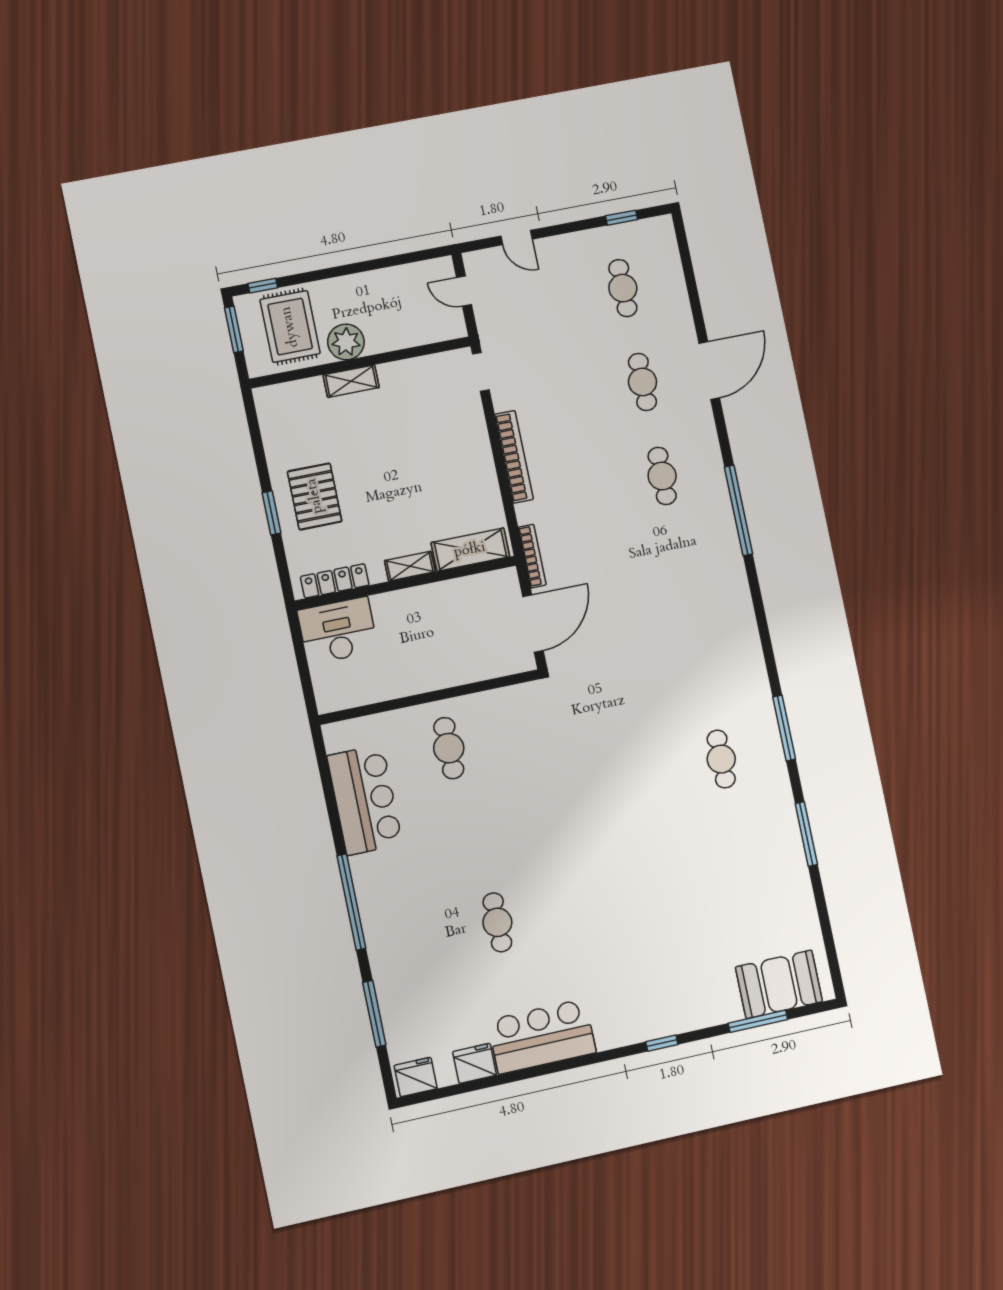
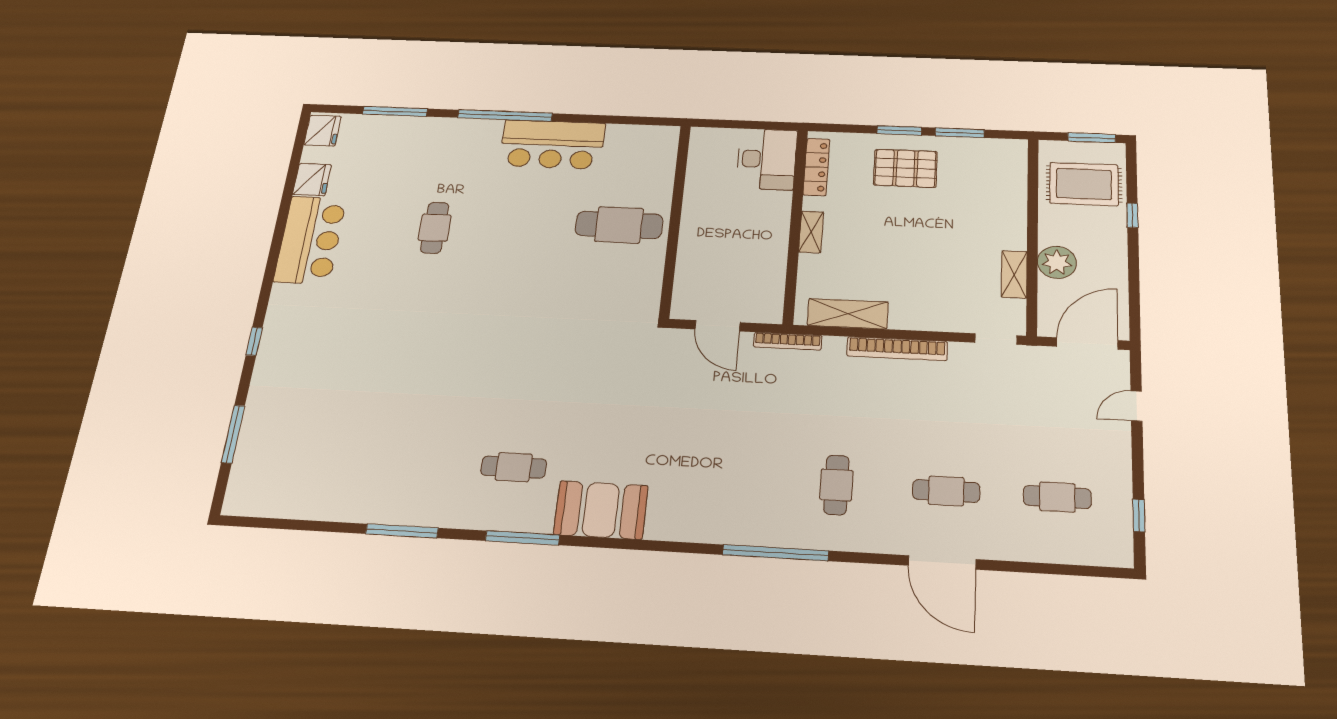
window: (263, 286) -> (1132, 215), moved
door: (464, 291) -> (1087, 343), width x1.88
plant: (346, 342) -> (1057, 262), moved
shelving: (351, 381) -> (1014, 274), moved
window: (260, 455) -> (960, 133), added
cafe table: (662, 476) -> (836, 485), turned 90
shelving: (470, 550) -> (848, 314), moved, turned 90
door: (533, 624) -> (718, 326), width x0.73
cafe table: (449, 748) -> (619, 225), width x1.37, depth x1.35
bar counter: (365, 800) -> (552, 144), moved
cafe table: (497, 922) -> (435, 228), turned 90
booth: (779, 984) -> (601, 510), moved, turned 90

